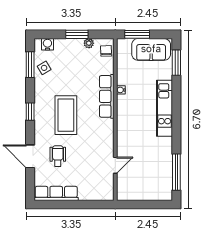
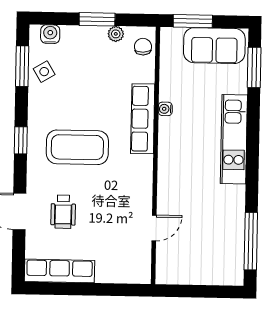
coffee table: (66, 115) -> (77, 147), turned 90
wheelchair: (58, 156) -> (63, 212), turned 180

